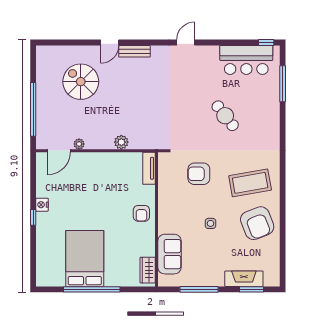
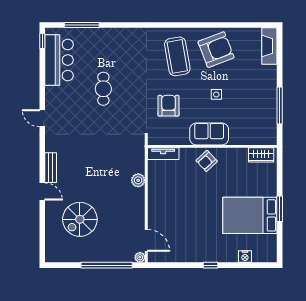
cafe table: (225, 116) -> (103, 89), moved, turned -52
plant: (79, 144) -> (140, 257), moved
armchair: (199, 174) -> (169, 106), turned 180
nightstand: (42, 205) -> (245, 257), moved
armchair: (141, 213) -> (207, 161), turned 137
sofa: (169, 254) -> (209, 134), moved
fireplace: (244, 279) -> (269, 46), moved
window: (92, 289) -> (280, 209), width x0.47
window: (251, 289) -> (280, 55), removed

